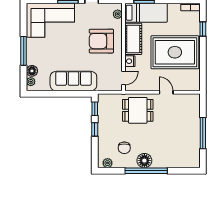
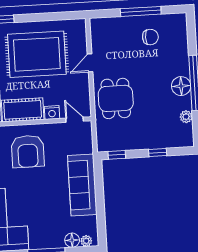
rug: (175, 52) -> (37, 54), turned 90
window: (95, 129) -> (158, 153), moved
chair: (124, 148) -> (150, 37), moved
plant: (108, 163) -> (186, 117), moved

